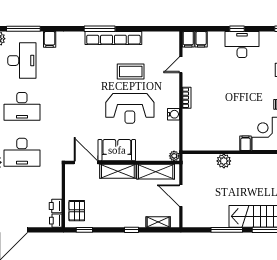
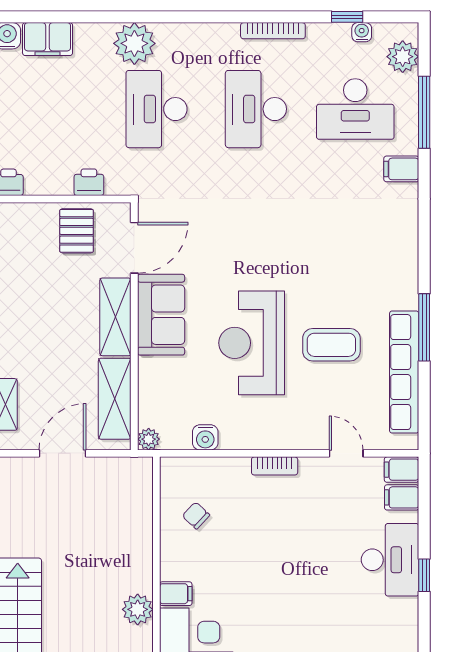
window: (100, 29) -> (424, 327), moved
row of seats: (113, 38) -> (404, 372), moved
desk: (242, 44) -> (390, 560), moved
coffee table: (131, 72) -> (331, 345), turned 90
water cooler: (173, 114) -> (205, 437), moved
chair: (209, 134) -> (196, 515), added
plant: (224, 161) -> (138, 609), moved
printer: (56, 206) -> (89, 182), moved
pallet: (77, 211) -> (77, 231), moved, turned 90

